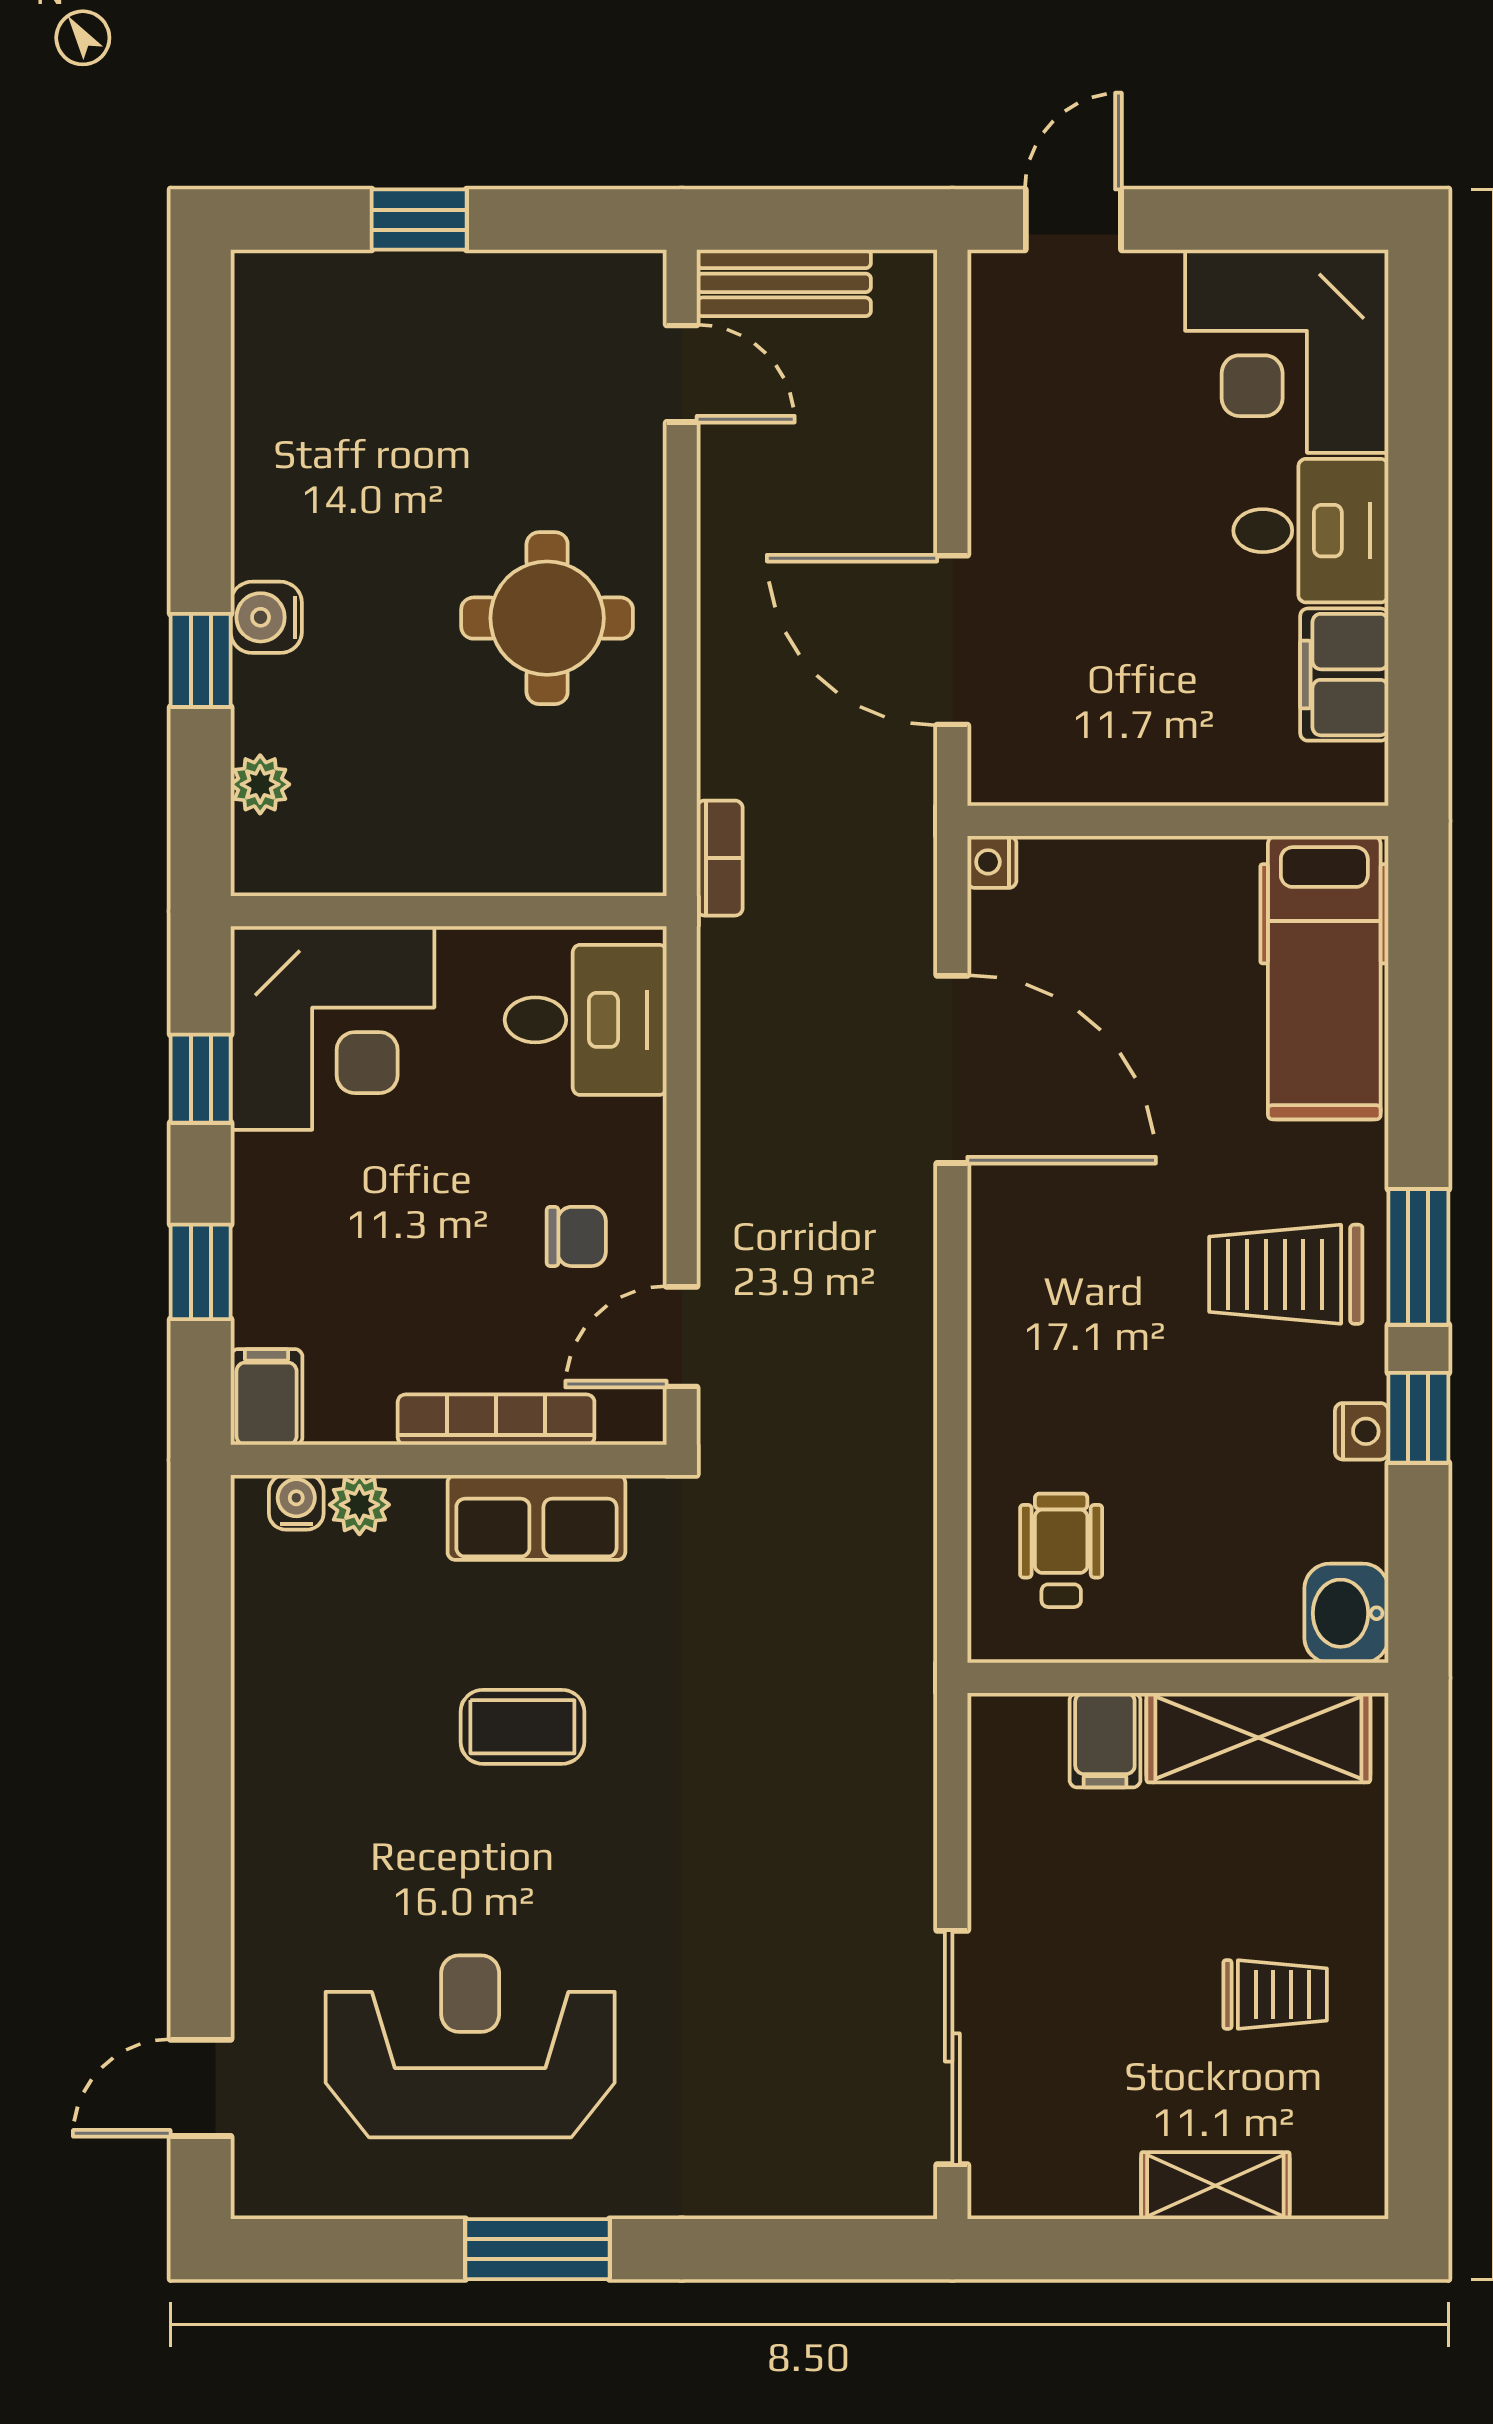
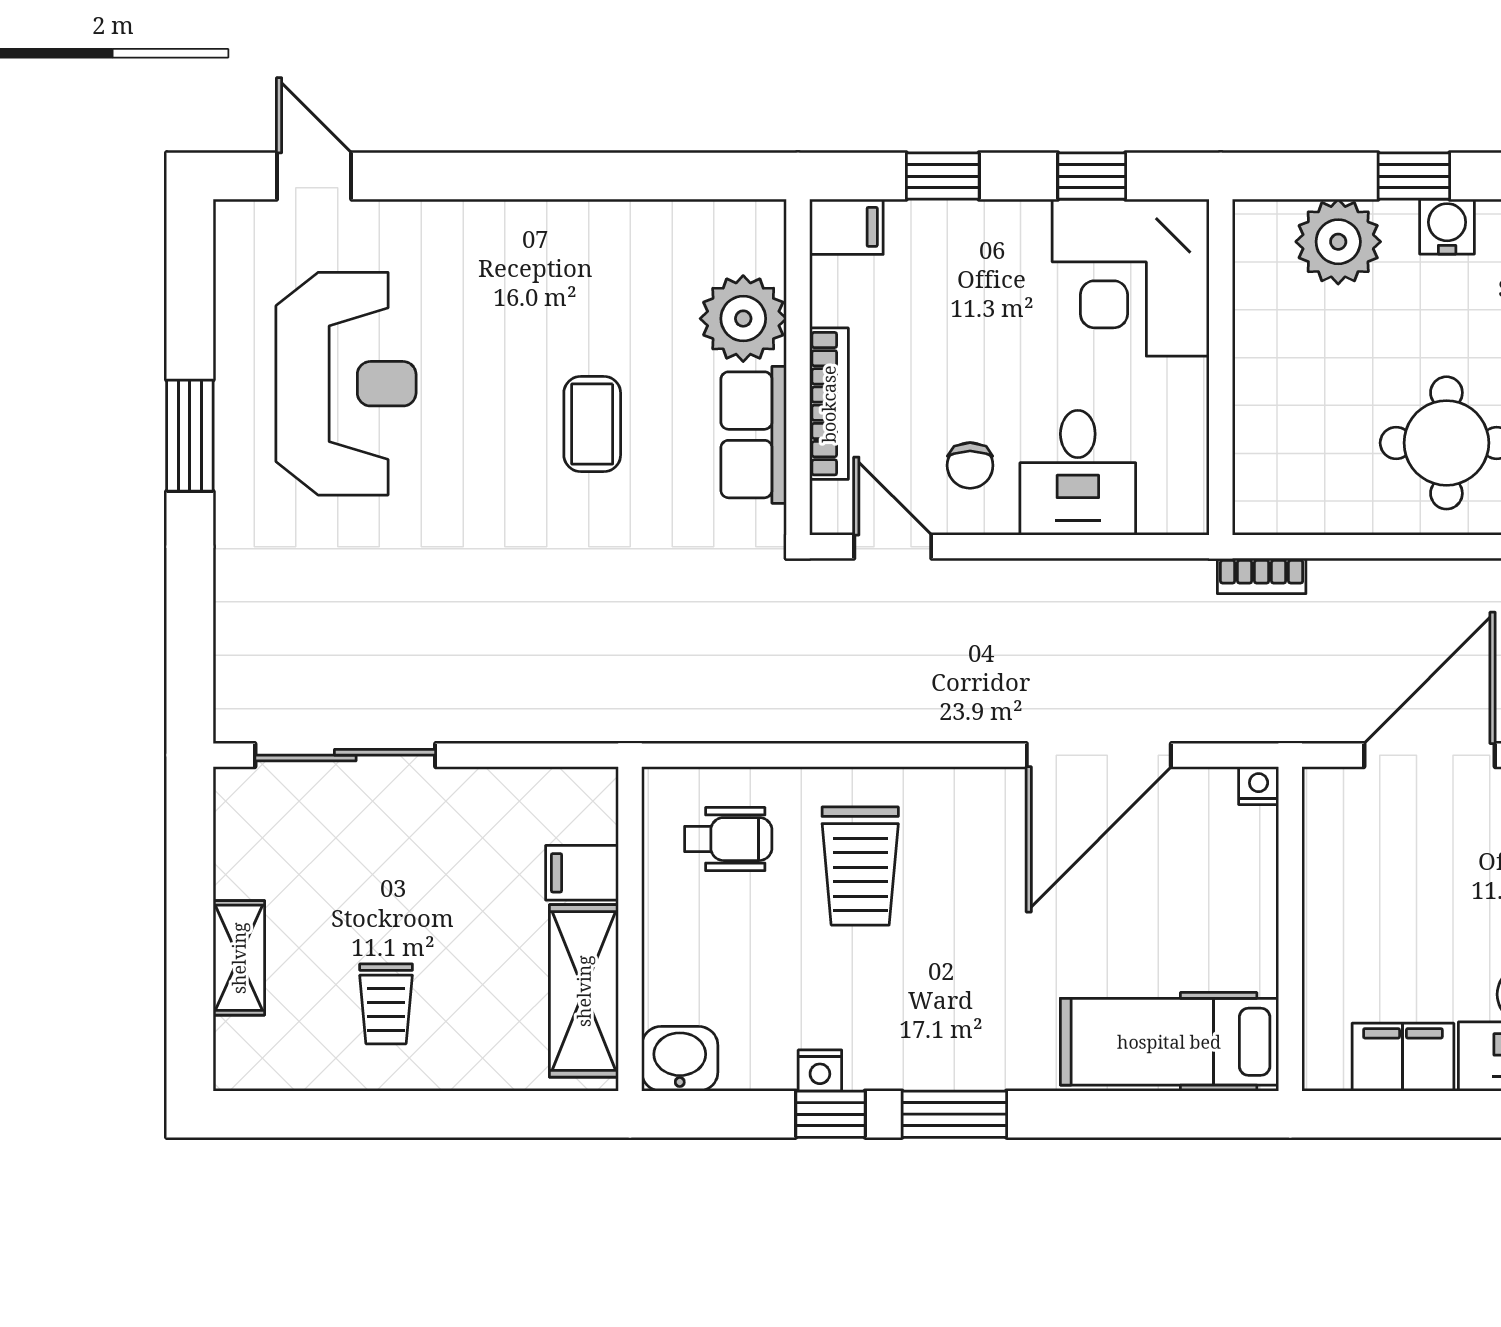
plant: (260, 784) -> (1338, 242), width x1.88, depth x1.88
desk: (586, 1020) -> (1078, 473), moved
trolley: (1286, 1274) -> (860, 866), moved, turned 180
water cooler: (296, 1502) -> (765, 250), removed
plant: (359, 1505) -> (743, 319), width x1.88, depth x1.88

